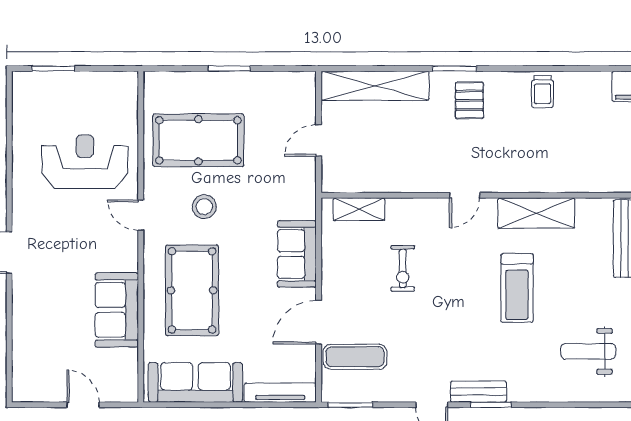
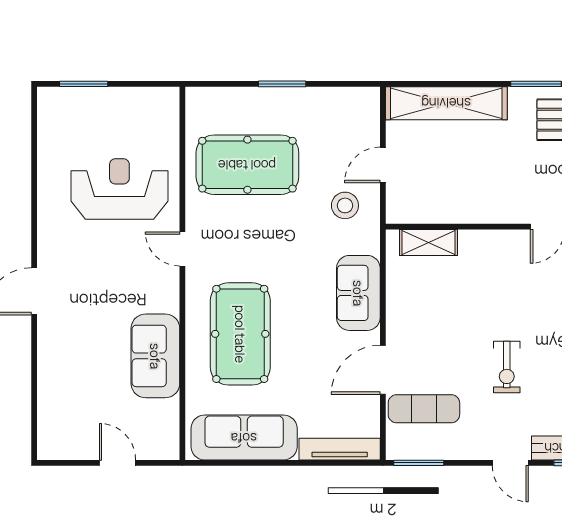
stool: (204, 207) -> (345, 205), moved
exercise bike: (403, 268) -> (507, 367), moved

